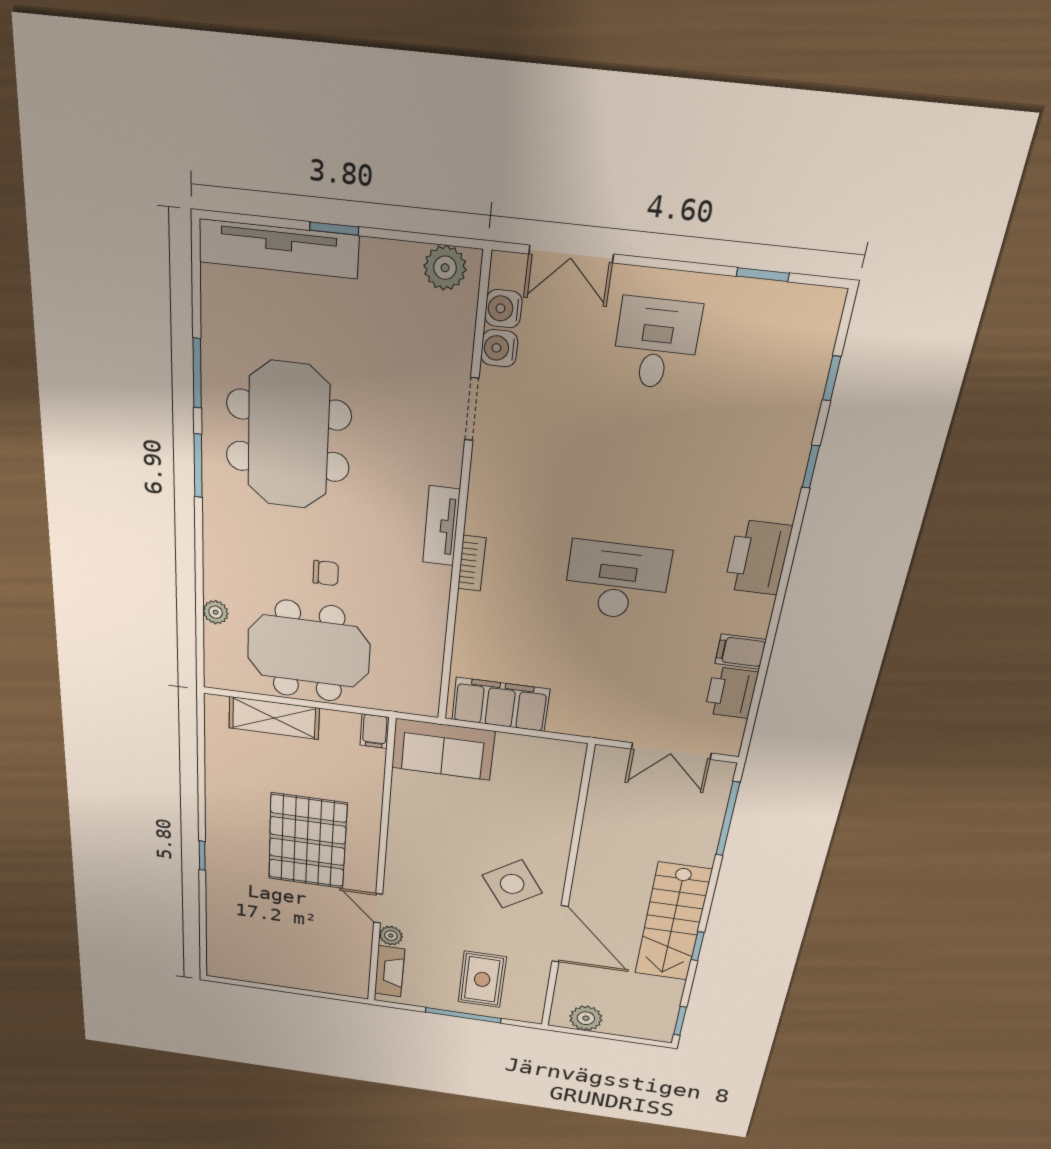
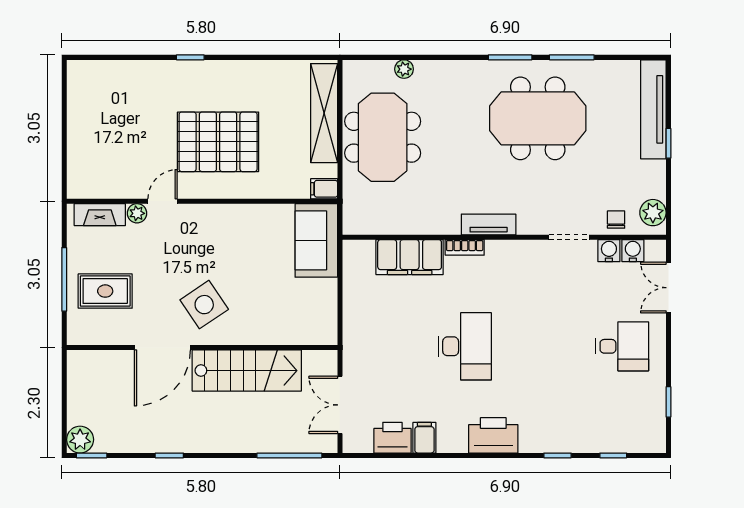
chair: (326, 573) -> (616, 220), moved, turned 180
filing cabinet: (500, 704) -> (410, 257), moved, turned 90
shelving: (274, 718) -> (324, 113), width x1.47
stairs: (673, 922) -> (247, 371), moved, turned 180
plant: (586, 1018) -> (80, 440), moved

